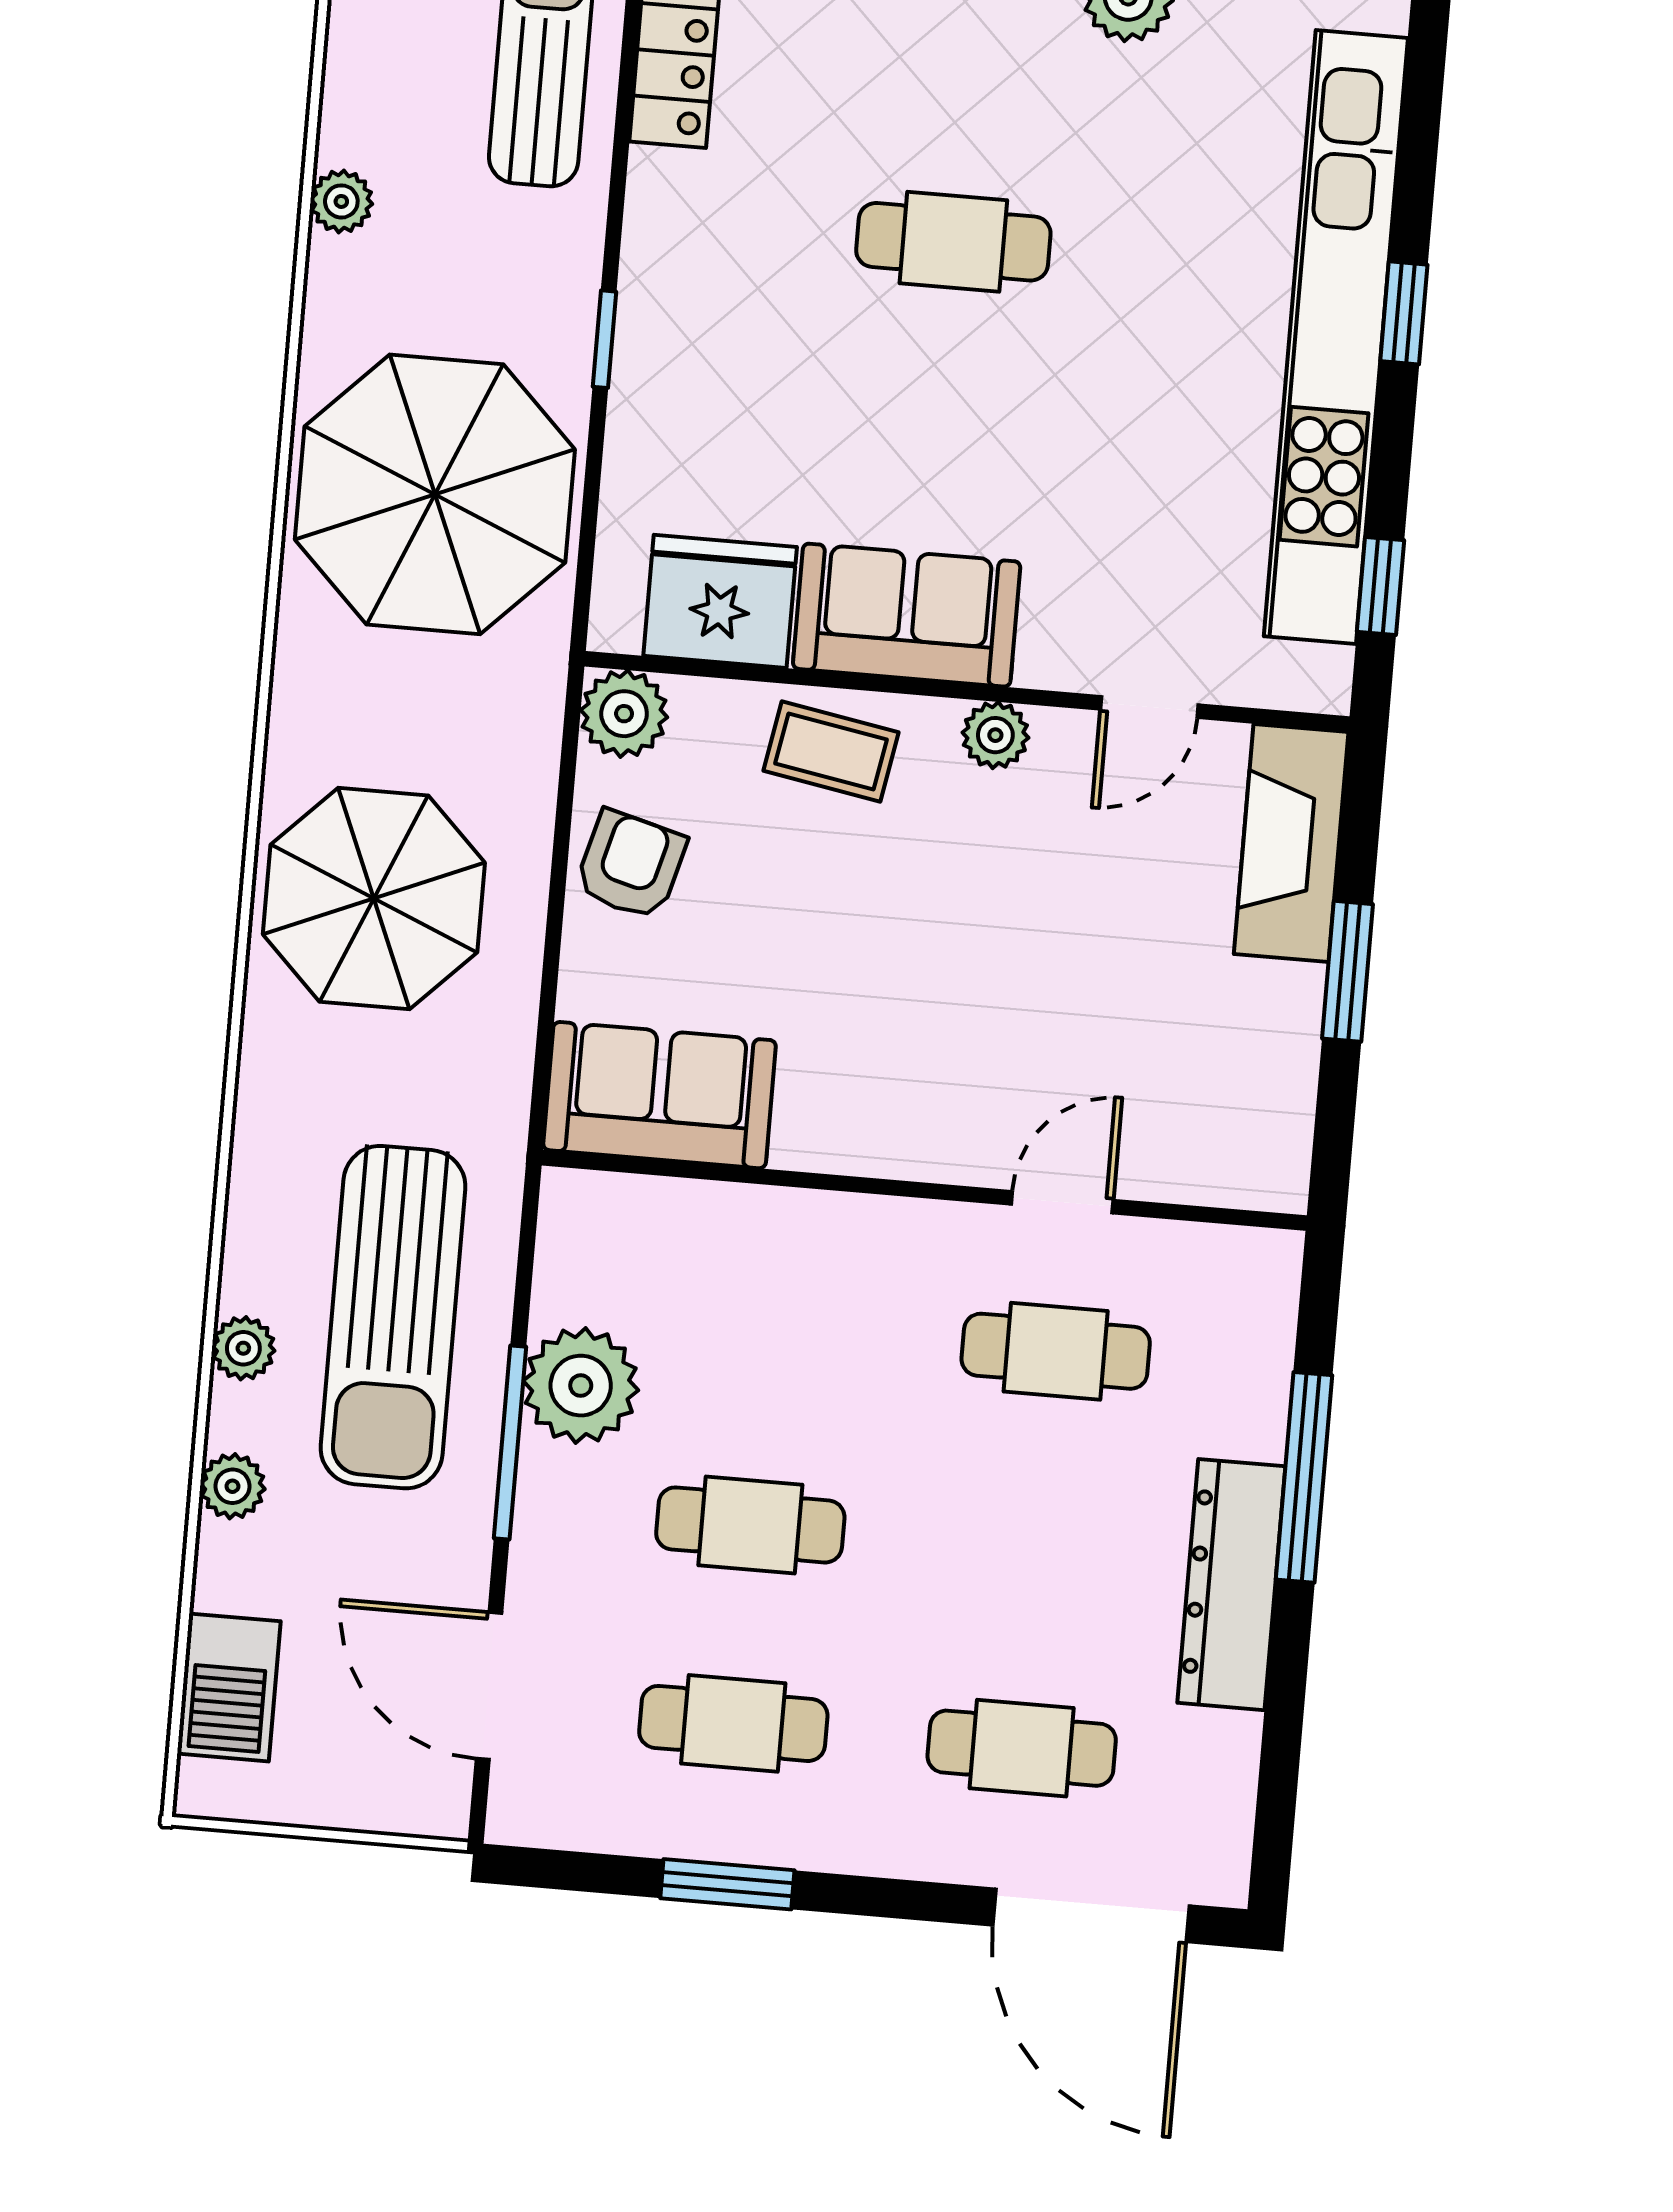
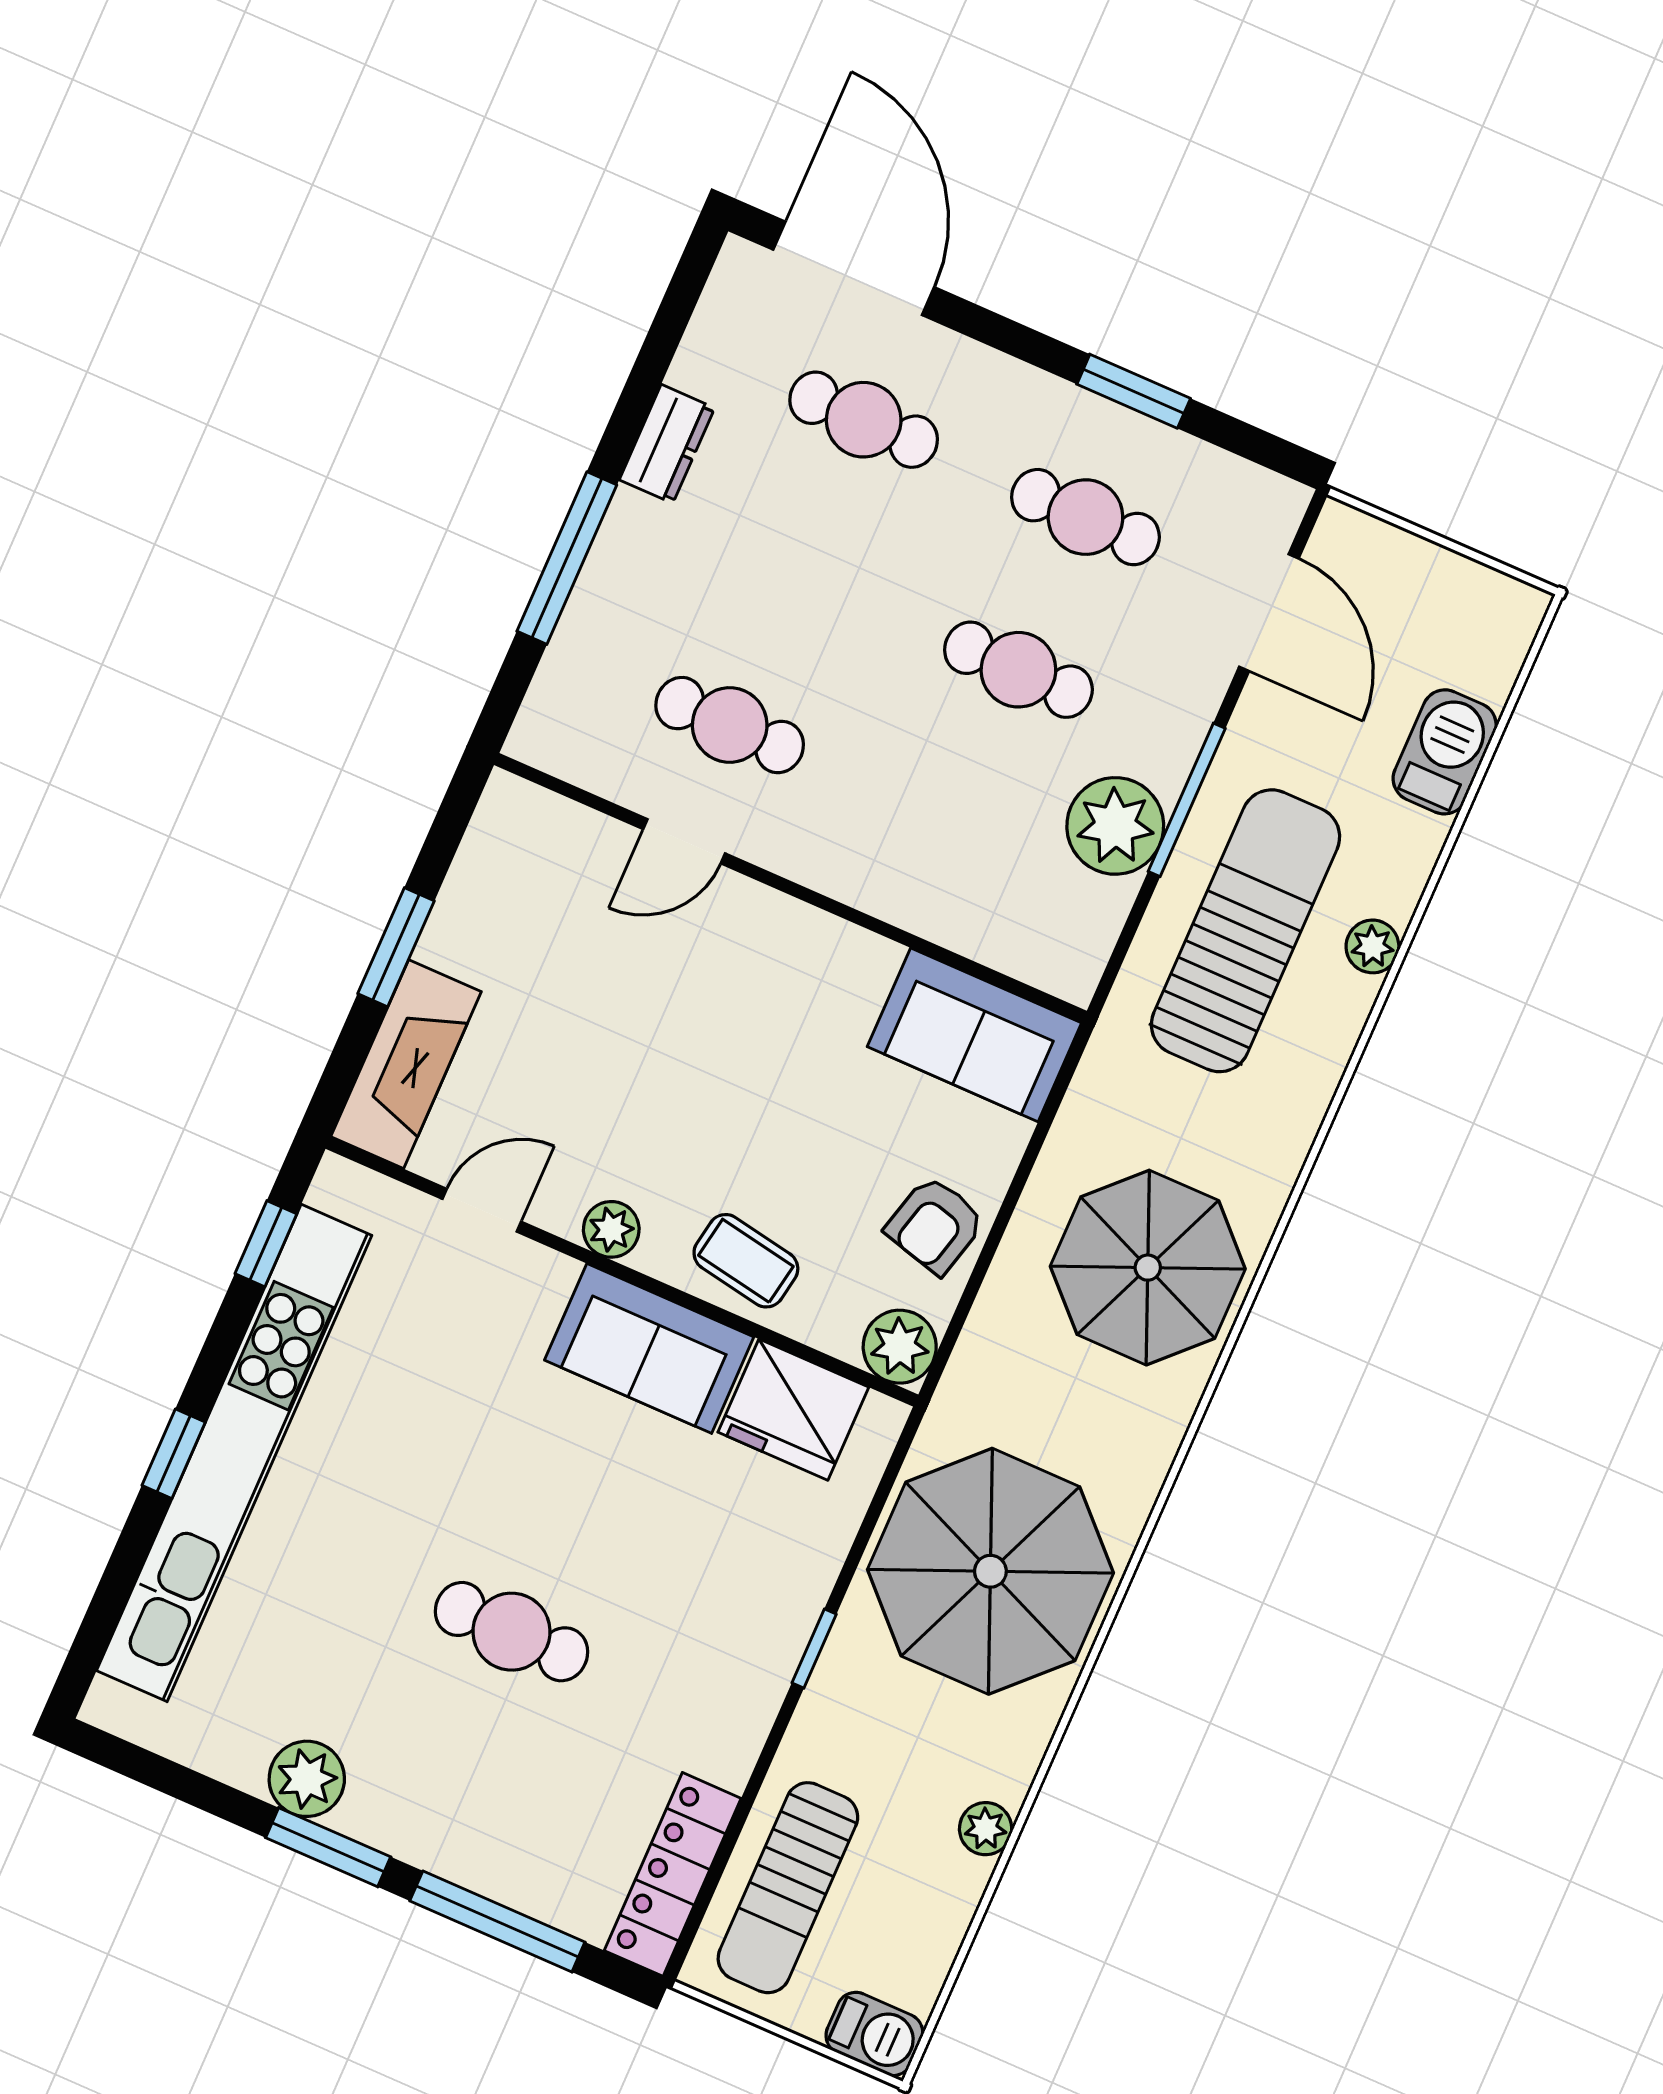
plant: (232, 1486) -> (1418, 840), removed
dresser: (1231, 1585) -> (667, 444), width x0.51, depth x0.80
barbecue: (229, 1687) -> (1445, 752), moved

